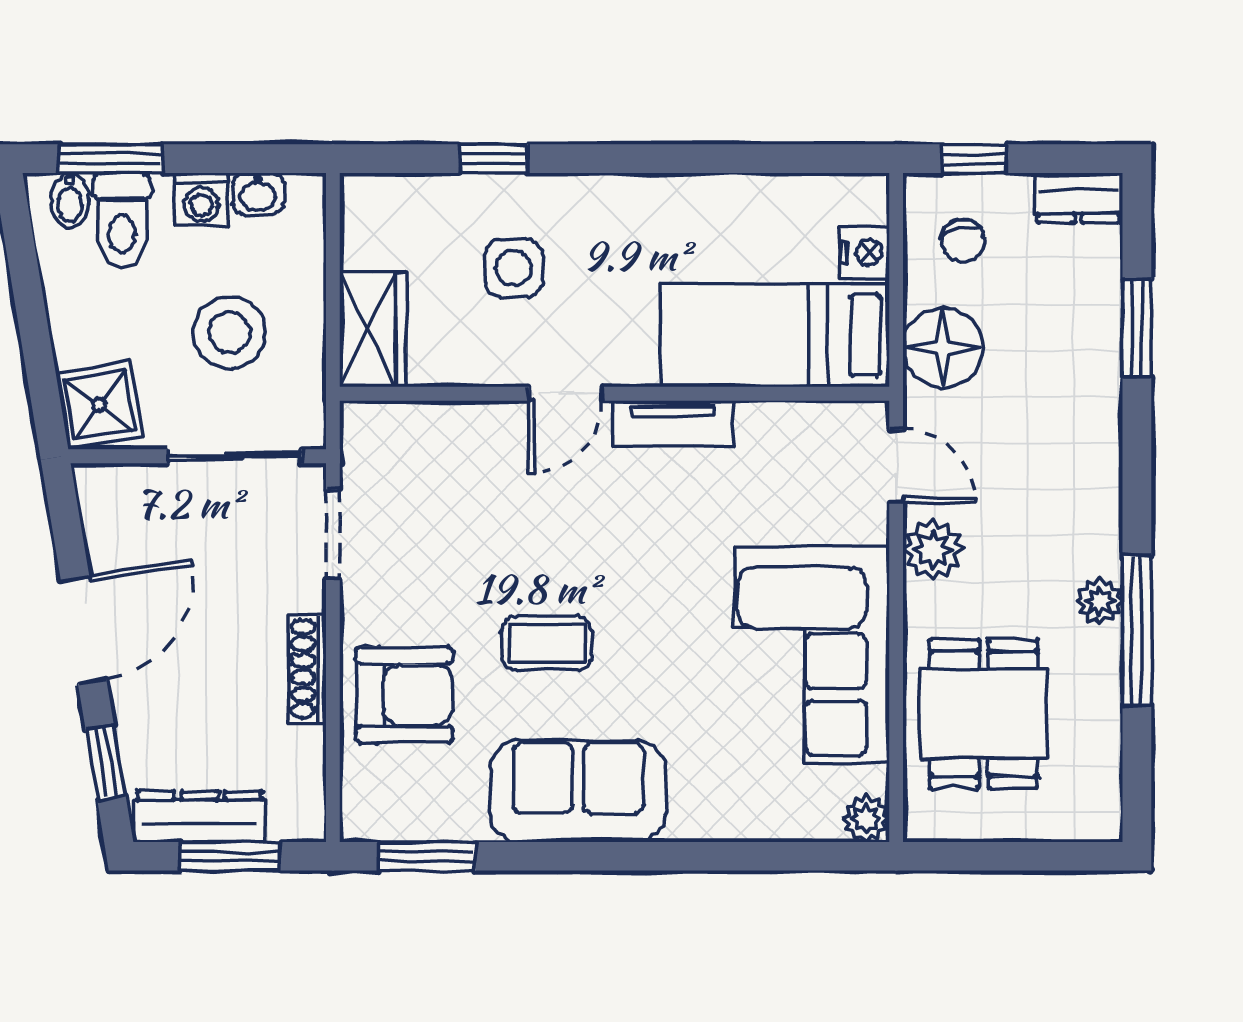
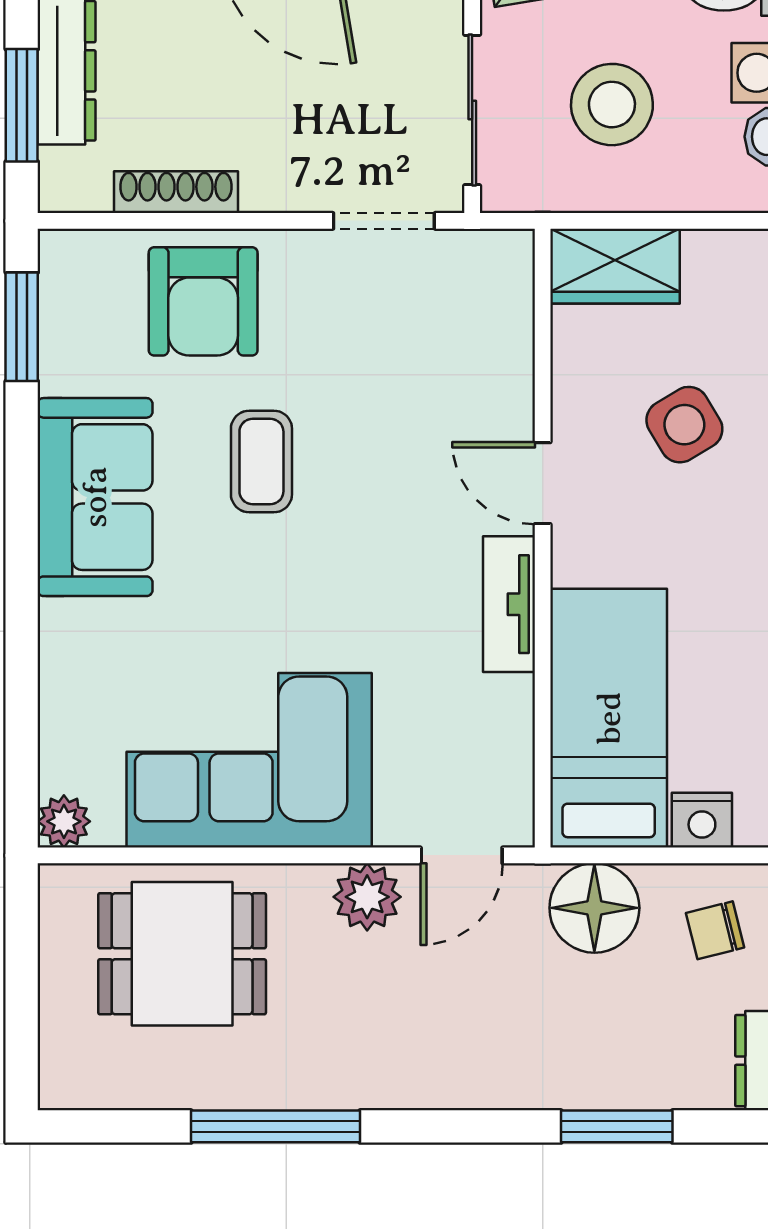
side table: (514, 268) -> (684, 425), turned -31
plant: (1100, 601) -> (309, 1084), removed
shoe rack: (307, 669) -> (176, 192), moved

